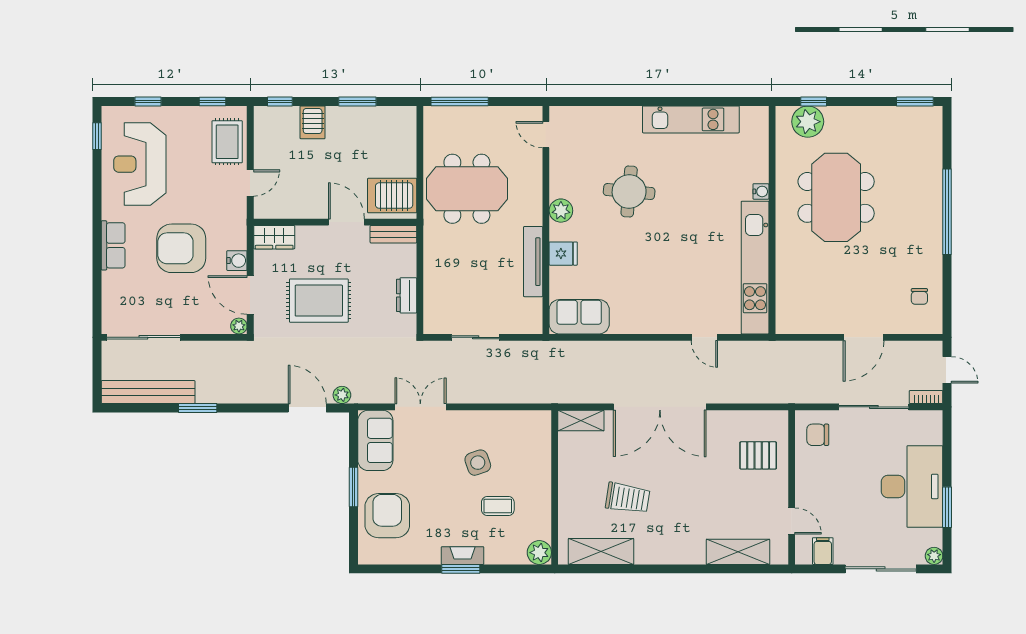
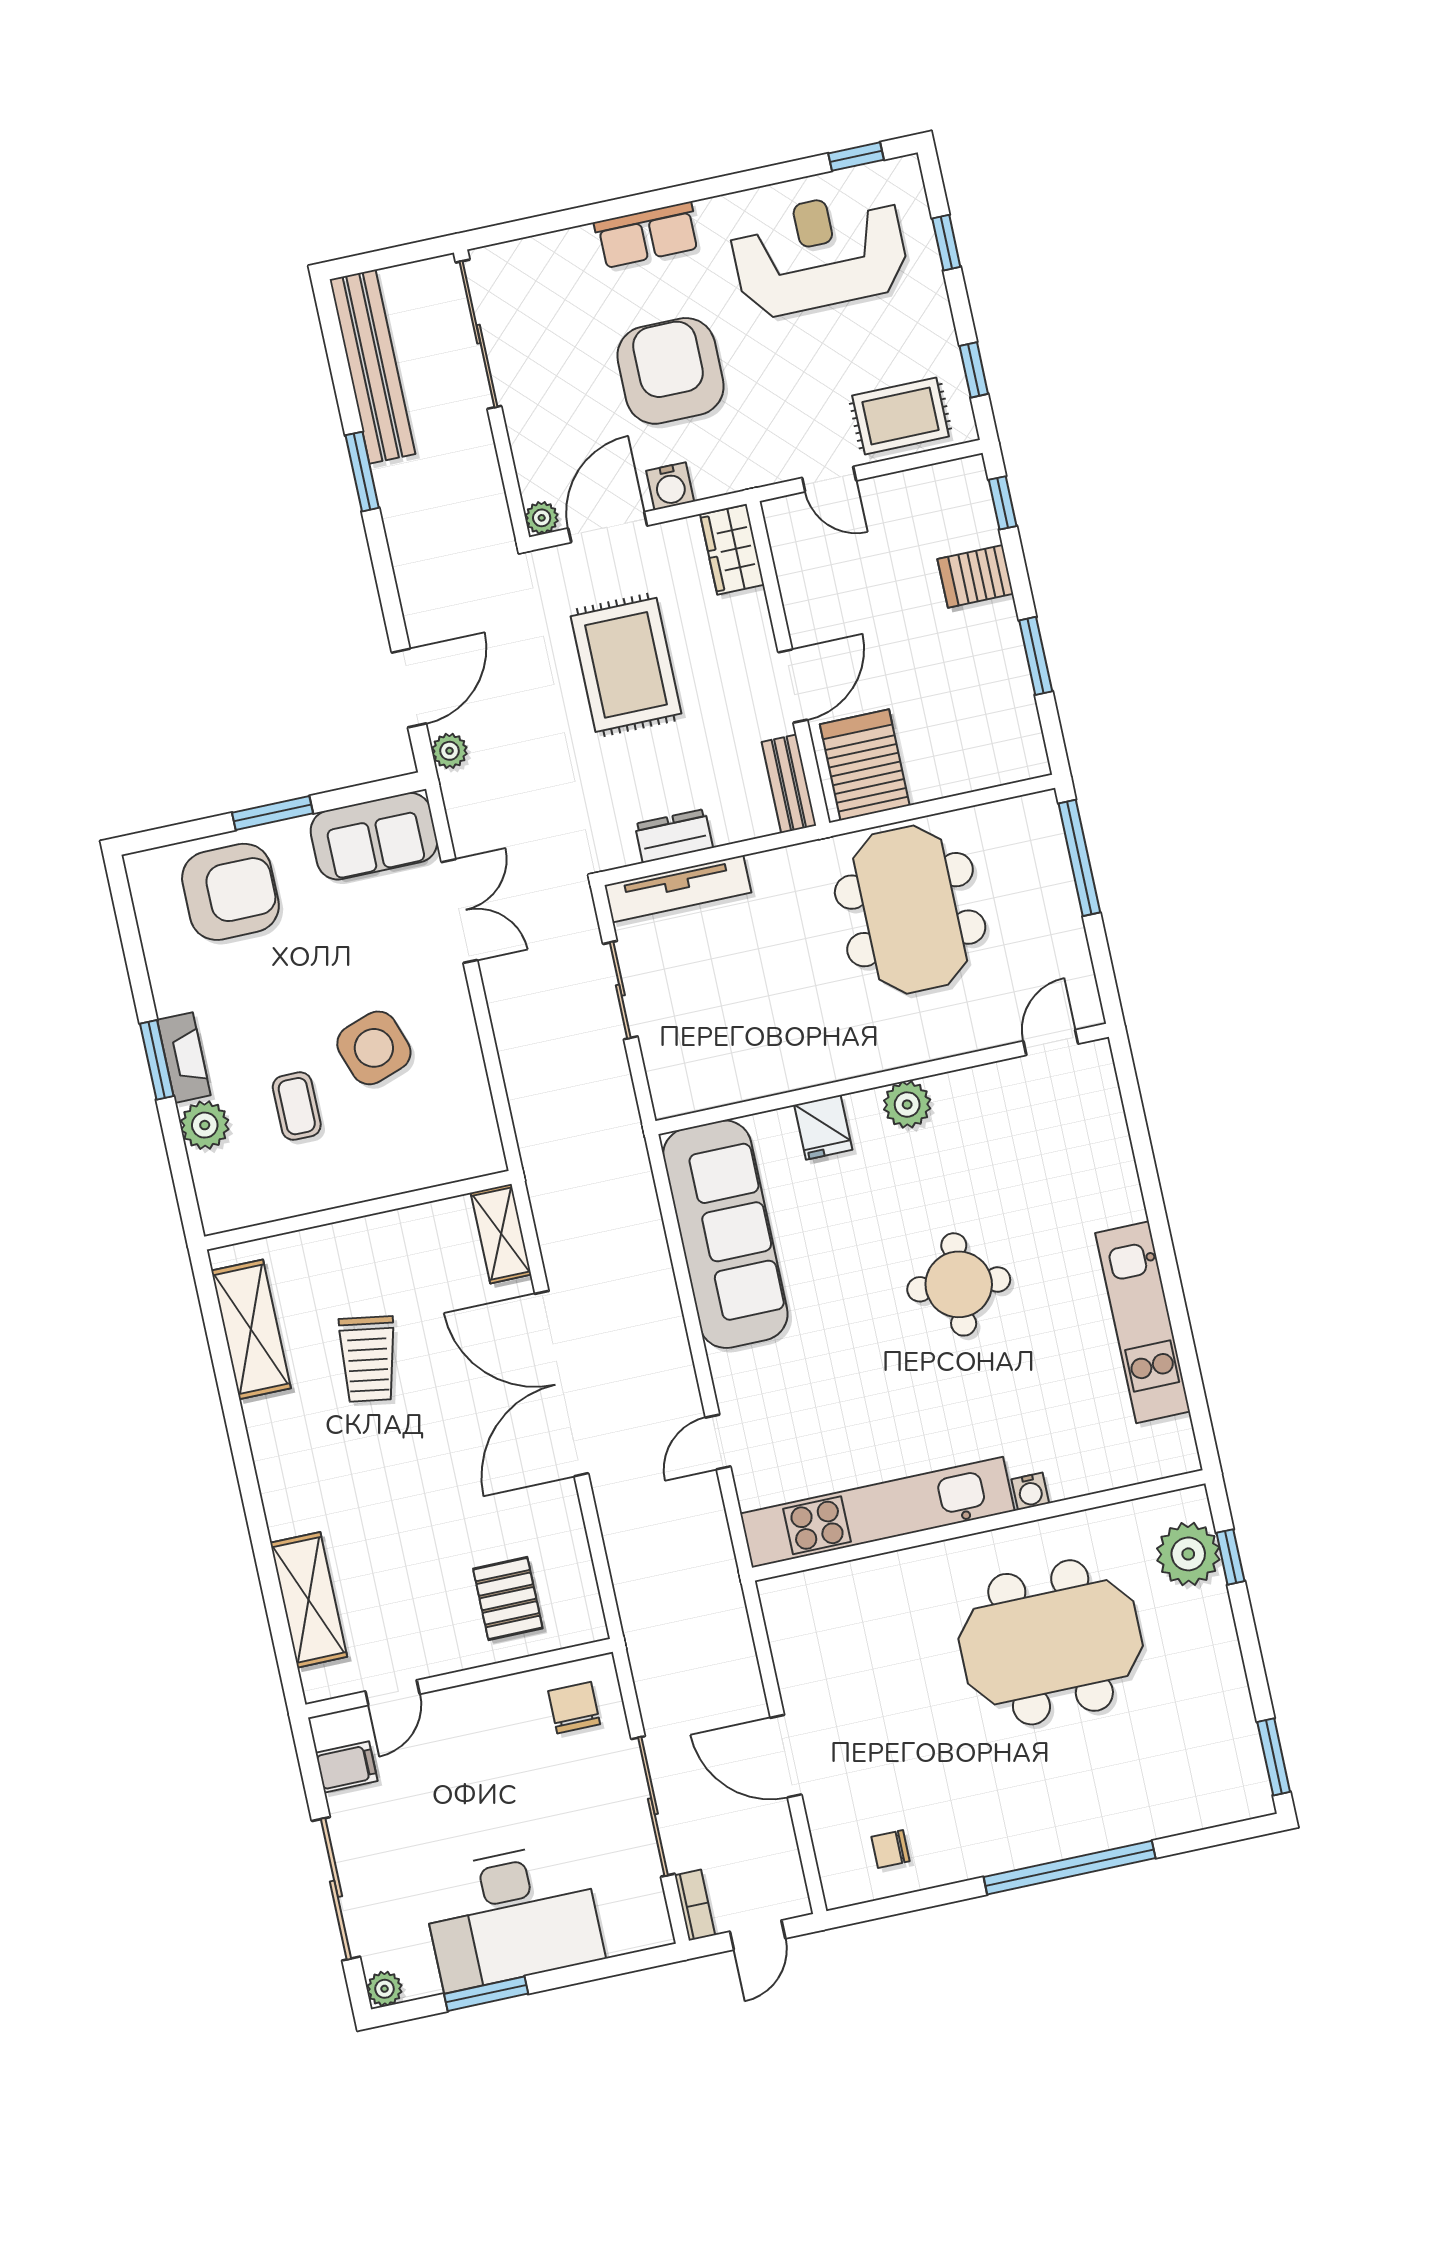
round table: (629, 192) -> (959, 1284), moved
tv unit: (533, 262) -> (678, 889), moved, turned 180
sofa: (579, 317) -> (725, 1234), width x1.85, depth x1.27
side table: (478, 463) -> (374, 1048), width x1.37, depth x1.37
plant: (539, 553) -> (205, 1125), moved

